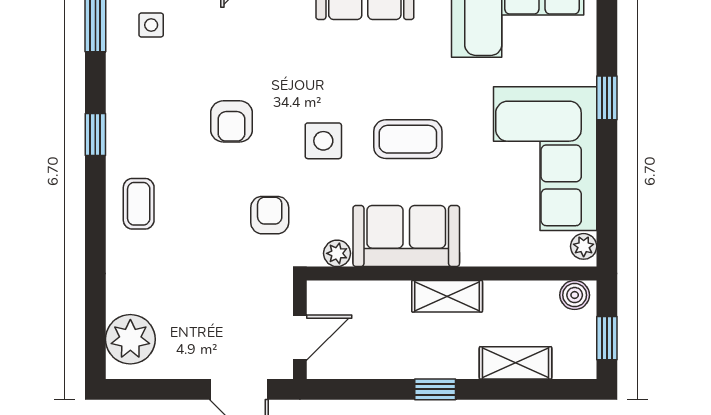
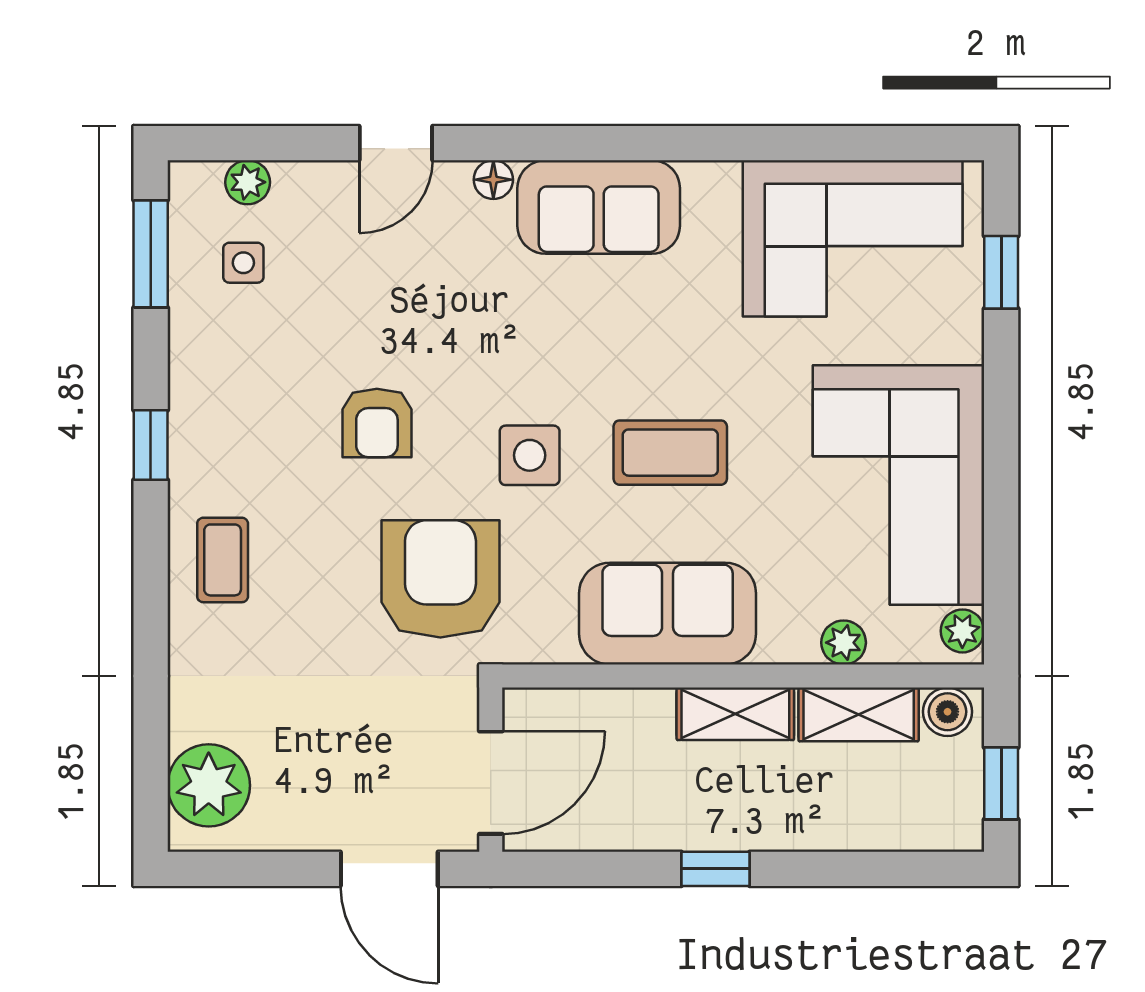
window: (607, 98) -> (1001, 272), moved
armchair: (270, 215) -> (440, 579), width x1.88, depth x1.88
plant: (337, 253) -> (844, 643), moved
door: (300, 338) -> (491, 783), width x1.38
shelving: (516, 363) -> (859, 714), moved

